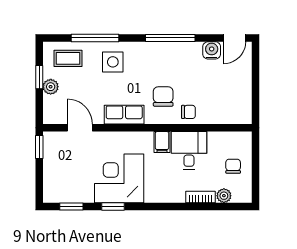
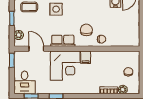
plant: (51, 87) -> (19, 35), moved
desk: (189, 150) -> (25, 82), moved, turned 180
corner desk: (119, 178) -> (65, 66), moved, turned 180

